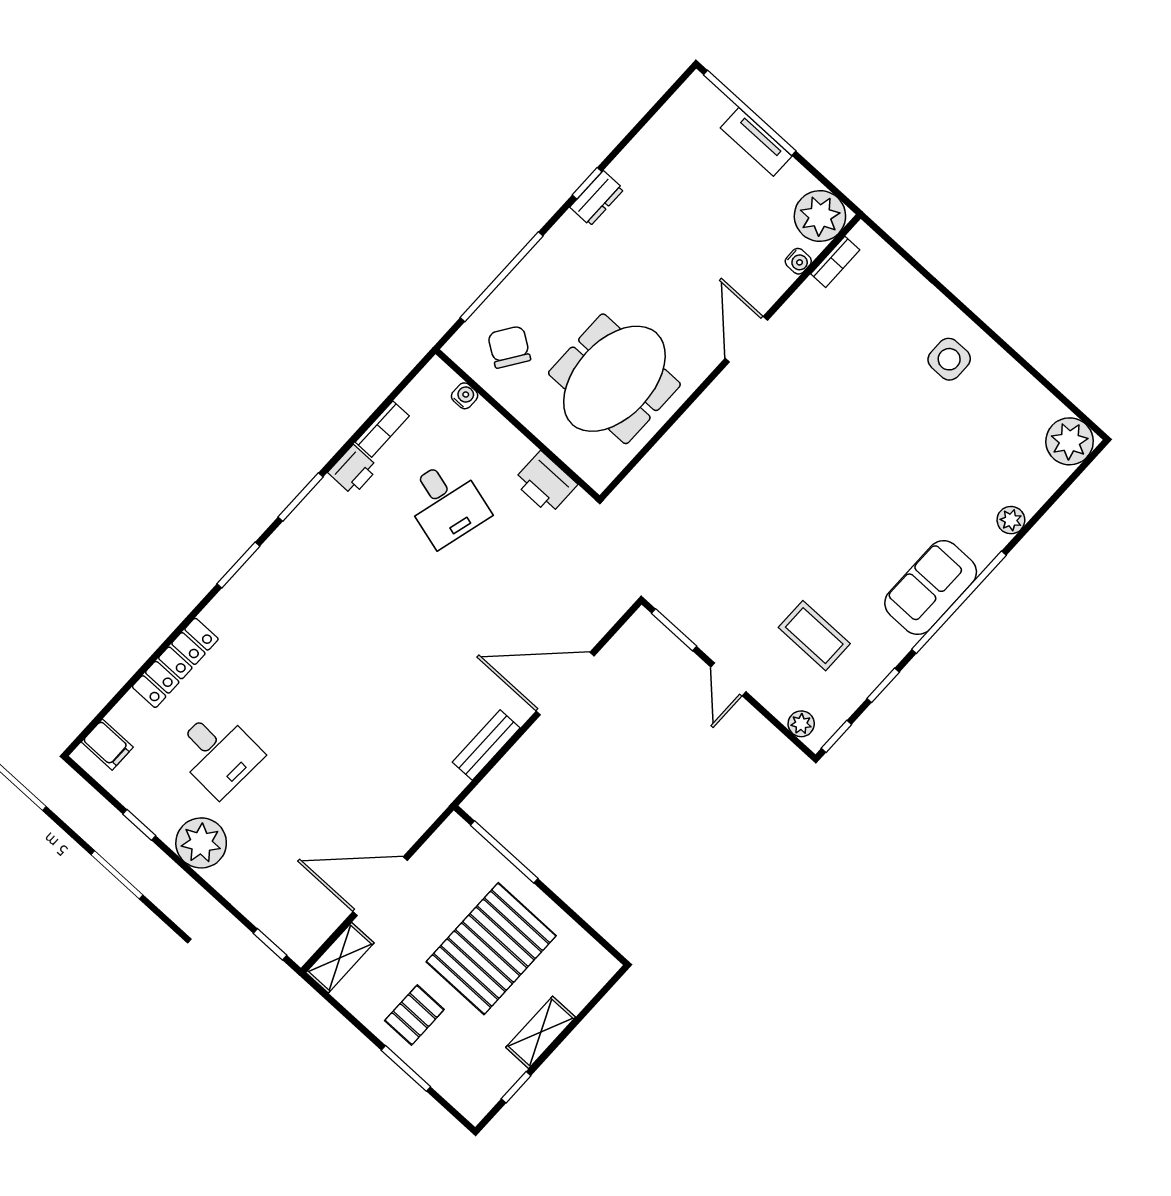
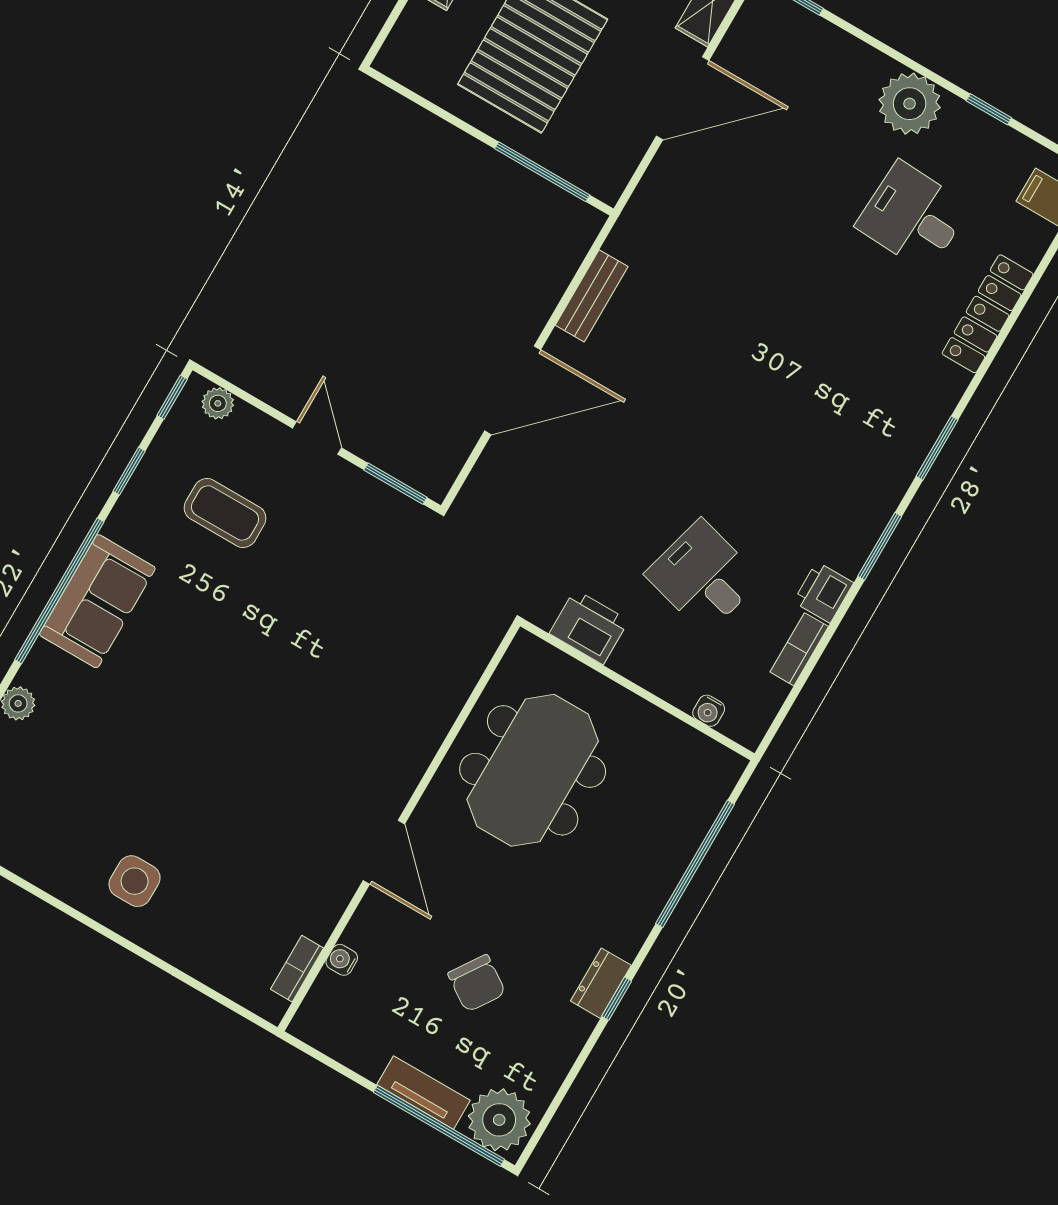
plant: (820, 216) -> (499, 1120), moved
chair: (509, 347) -> (477, 983), moved

